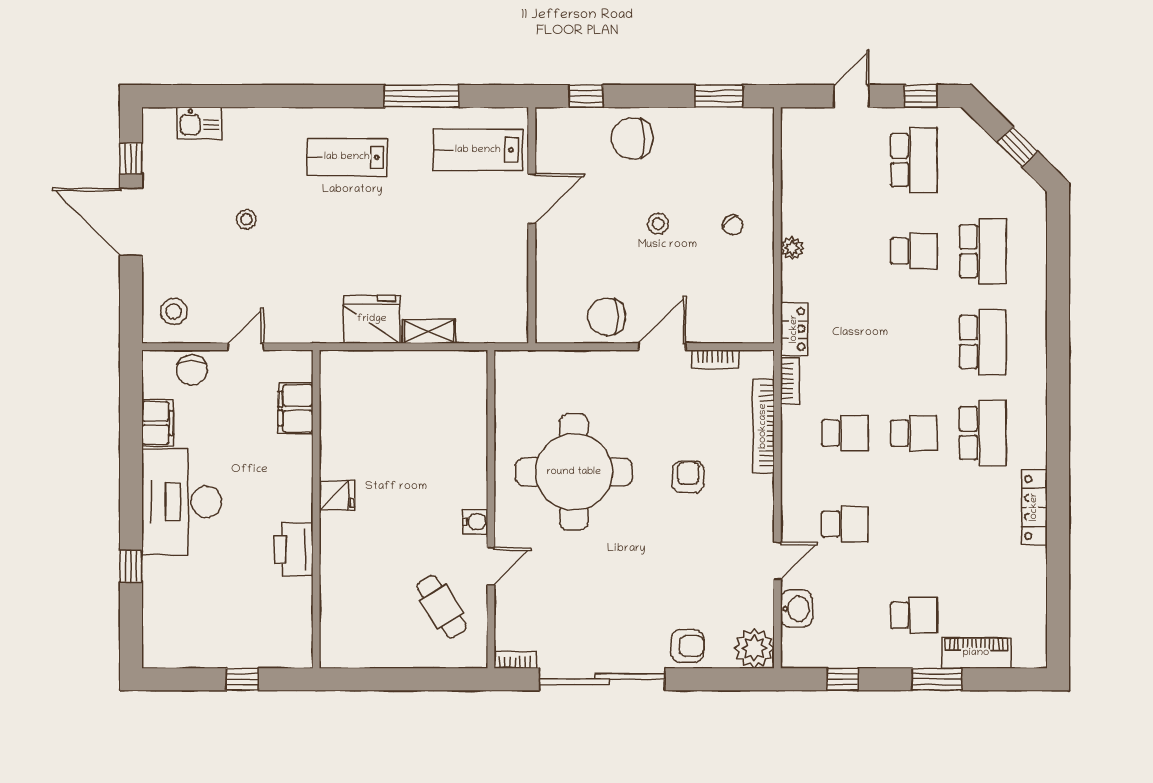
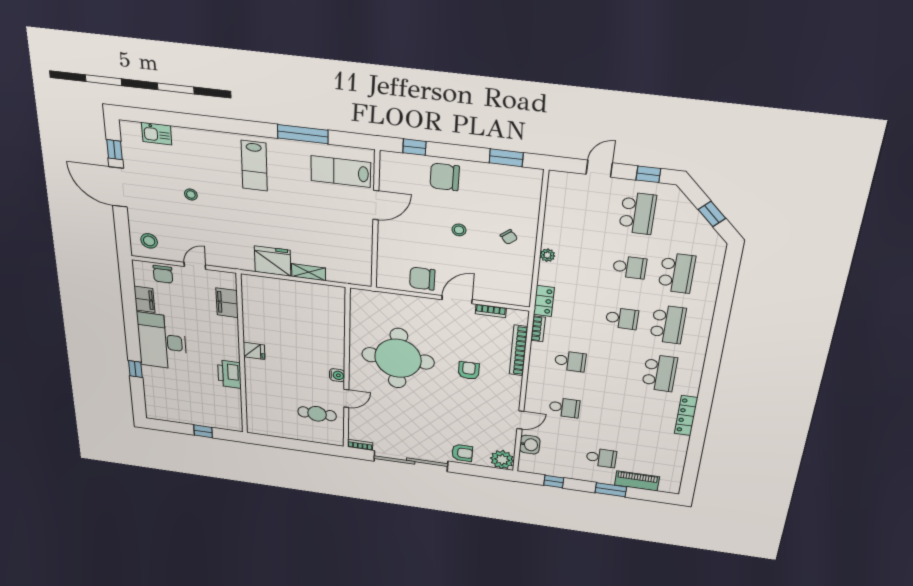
lab bench: (347, 157) -> (254, 166), turned -90
school desk: (914, 433) -> (622, 318), moved
cafe table: (442, 607) -> (317, 414), turned -58

